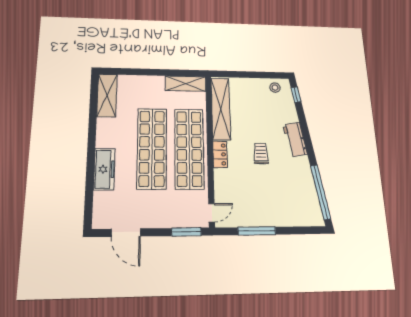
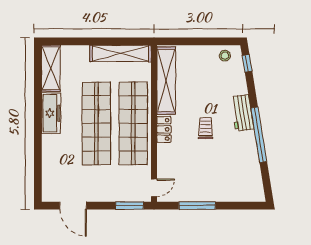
shelving: (185, 84) -> (120, 53), width x1.47
freezer: (104, 169) -> (51, 113), moved
window: (321, 192) -> (259, 135), moved

